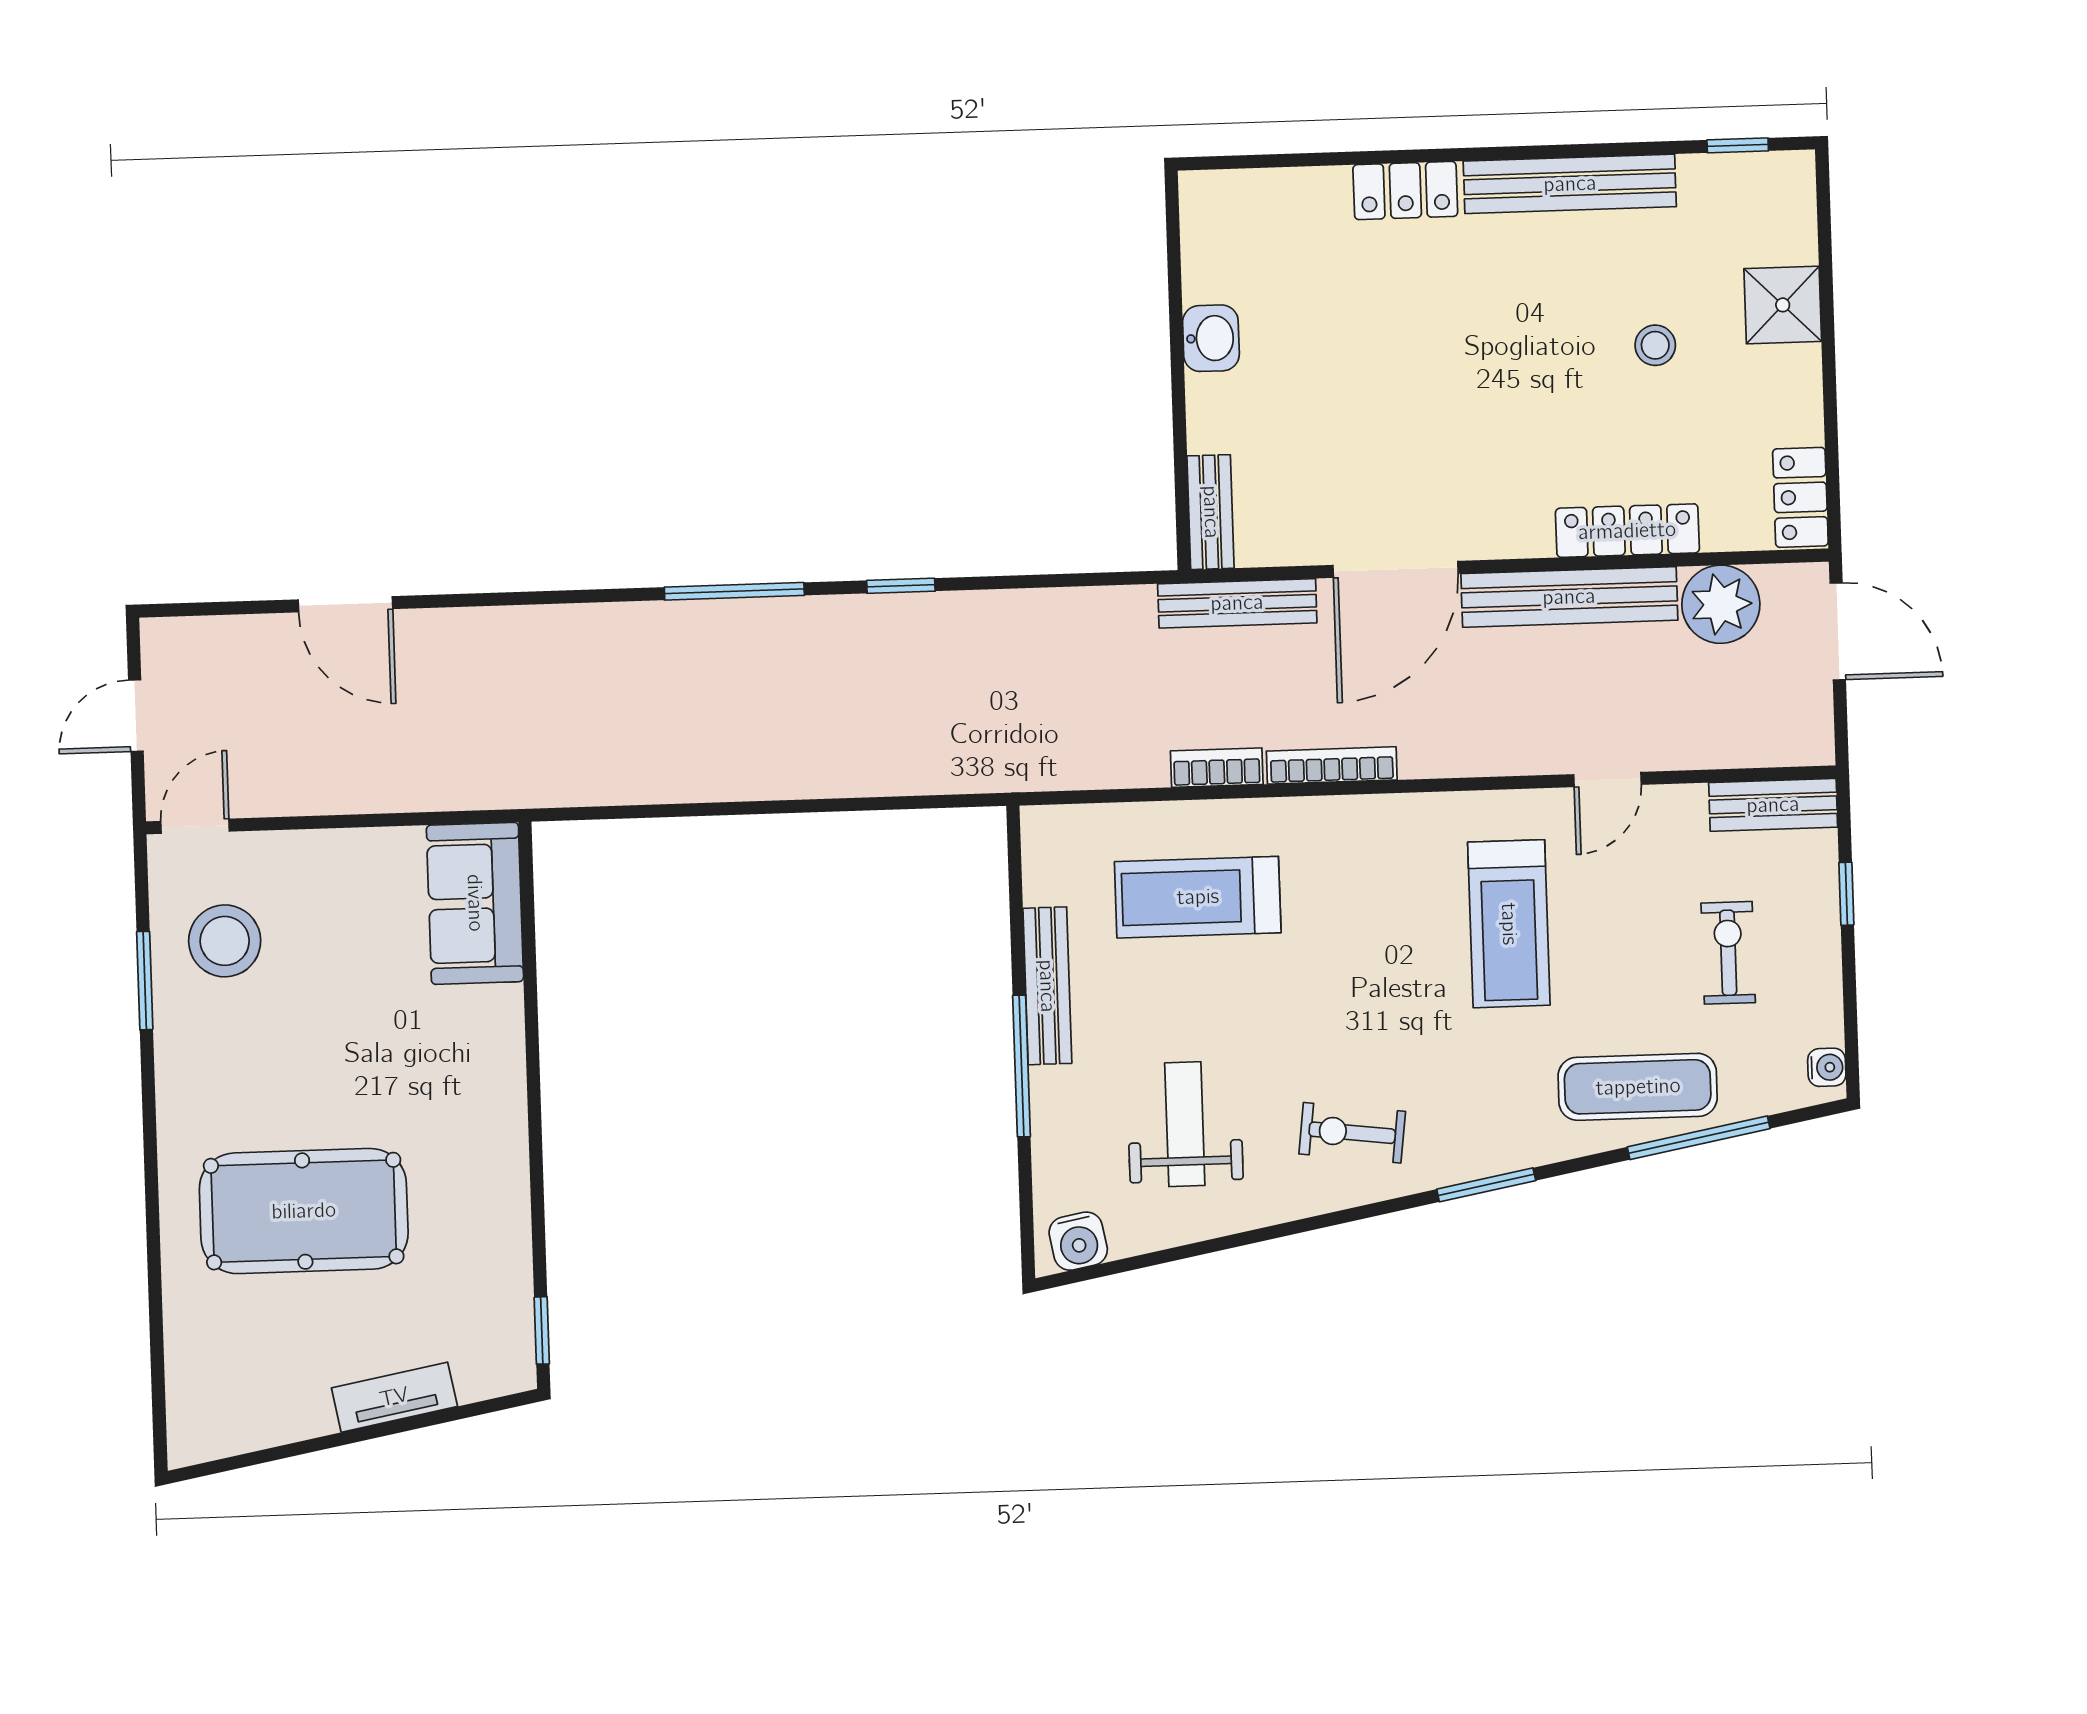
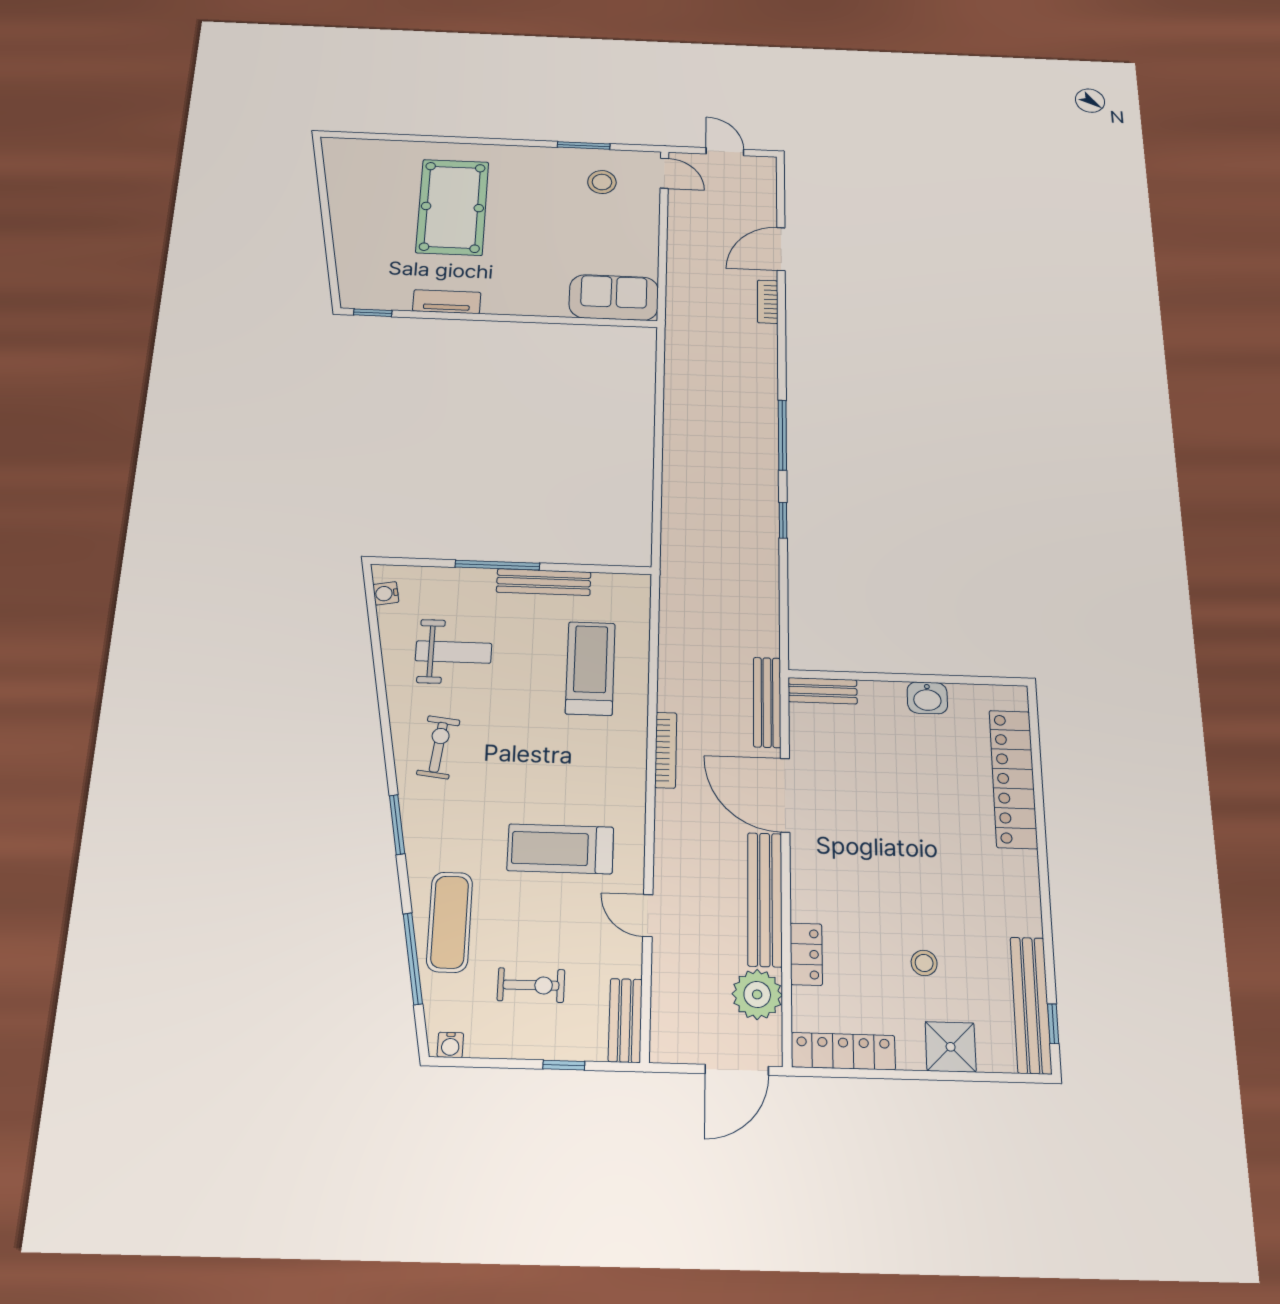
bench: (1570, 184) -> (1031, 1005), moved
locker: (1405, 191) -> (1013, 779), width x2.16, depth x1.21
locker: (1800, 497) -> (843, 1051), width x1.53
locker: (1627, 531) -> (806, 954), width x0.66
bookcase: (1217, 768) -> (768, 302), moved, turned 180
stool: (225, 941) -> (602, 182), width x0.73, depth x0.73
water cooler: (1078, 1241) -> (386, 593), width x0.72, depth x0.72
tv unit: (394, 1397) -> (447, 302), moved, turned -79

